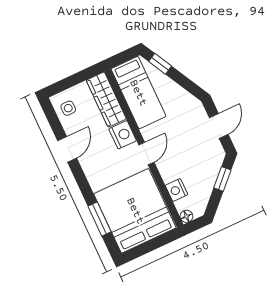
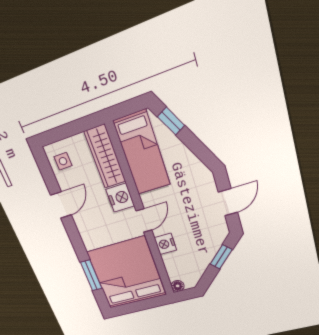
nightstand: (177, 190) -> (165, 244), moved

